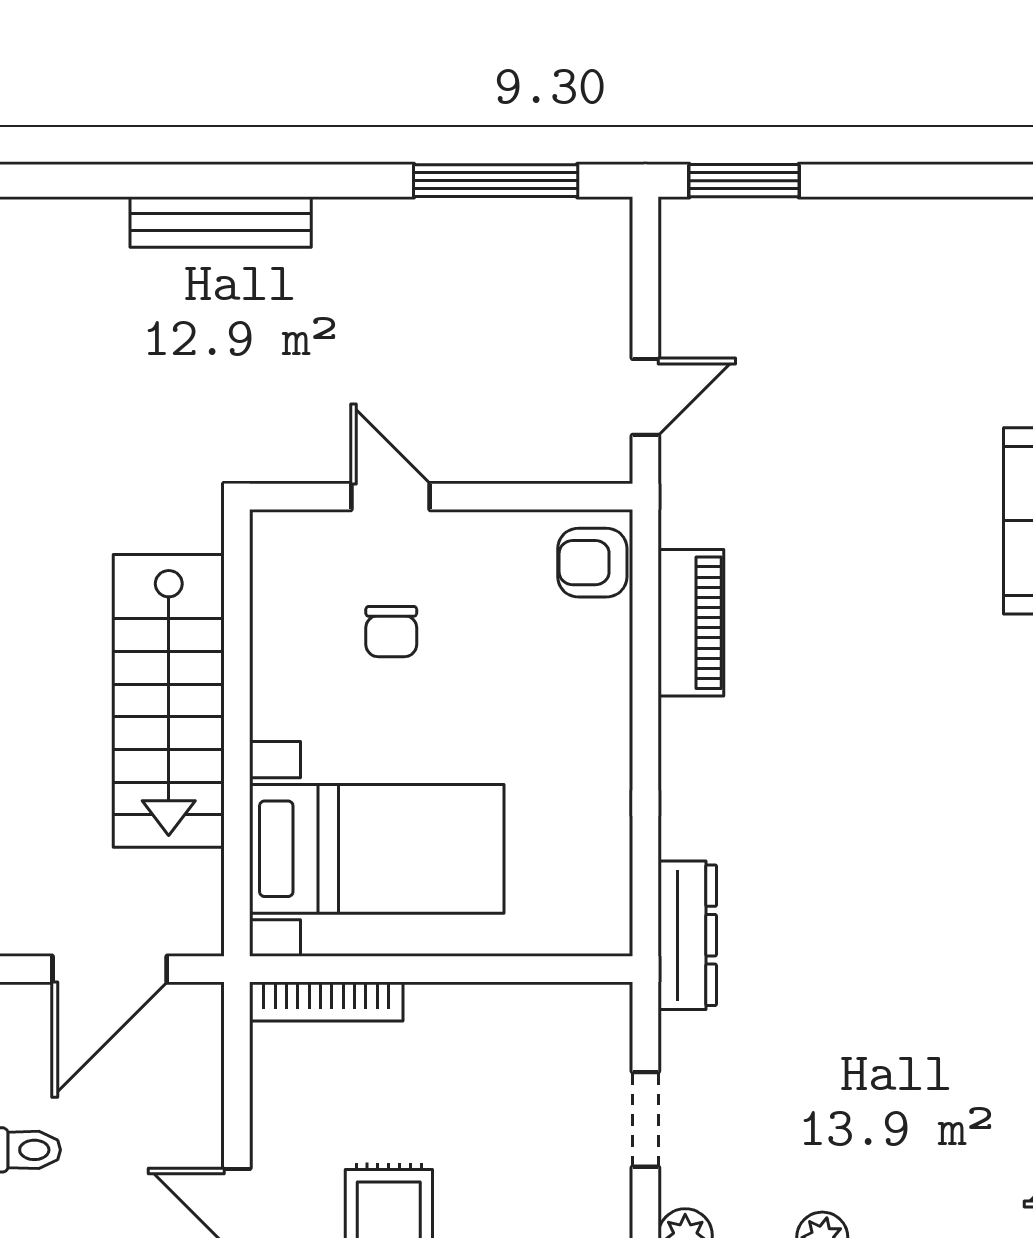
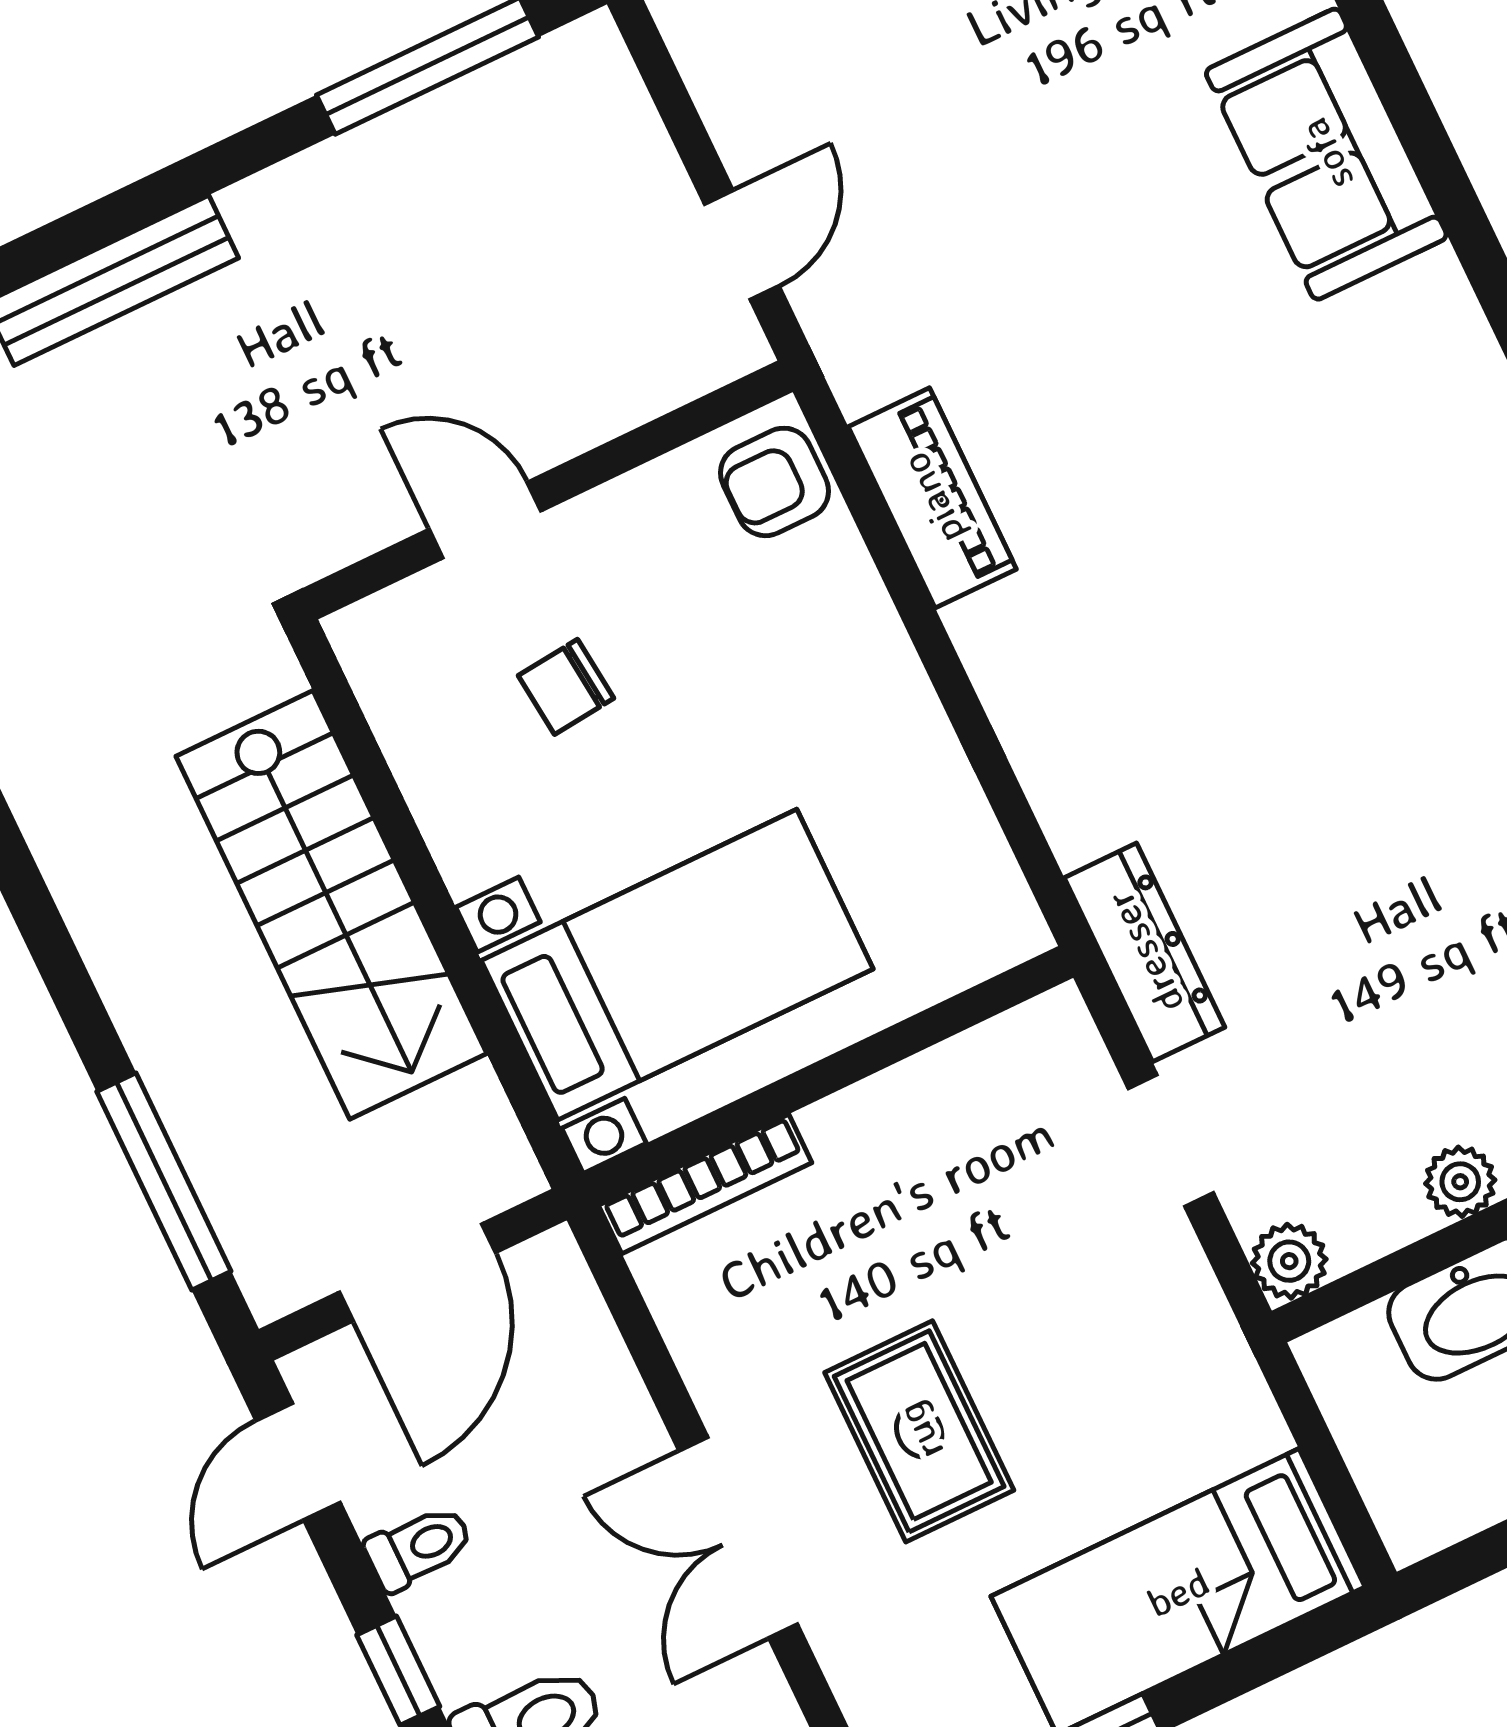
chair: (391, 632) -> (566, 687), turned 84
dresser: (687, 935) -> (1144, 952), moved

